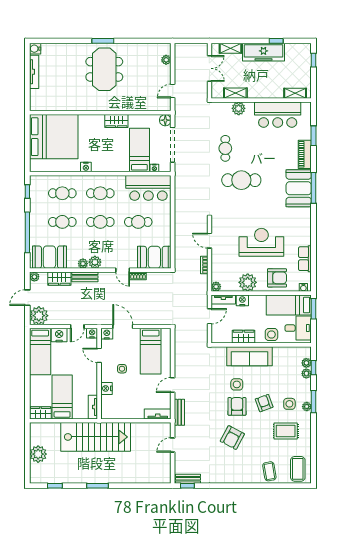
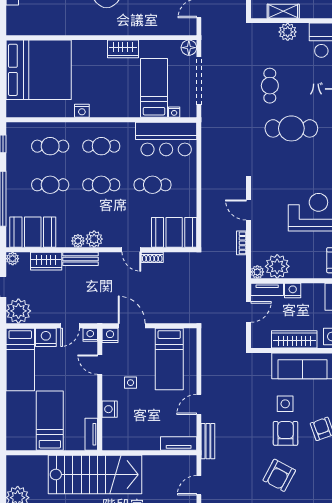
plant: (248, 282) -> (277, 266), moved
wardrobe: (244, 337) -> (294, 339), width x1.50
wardrobe: (41, 413) -> (21, 442), removed

